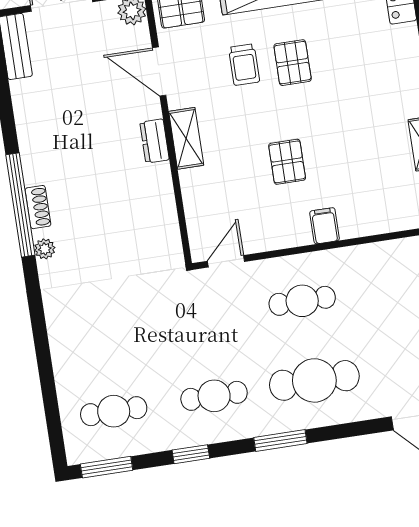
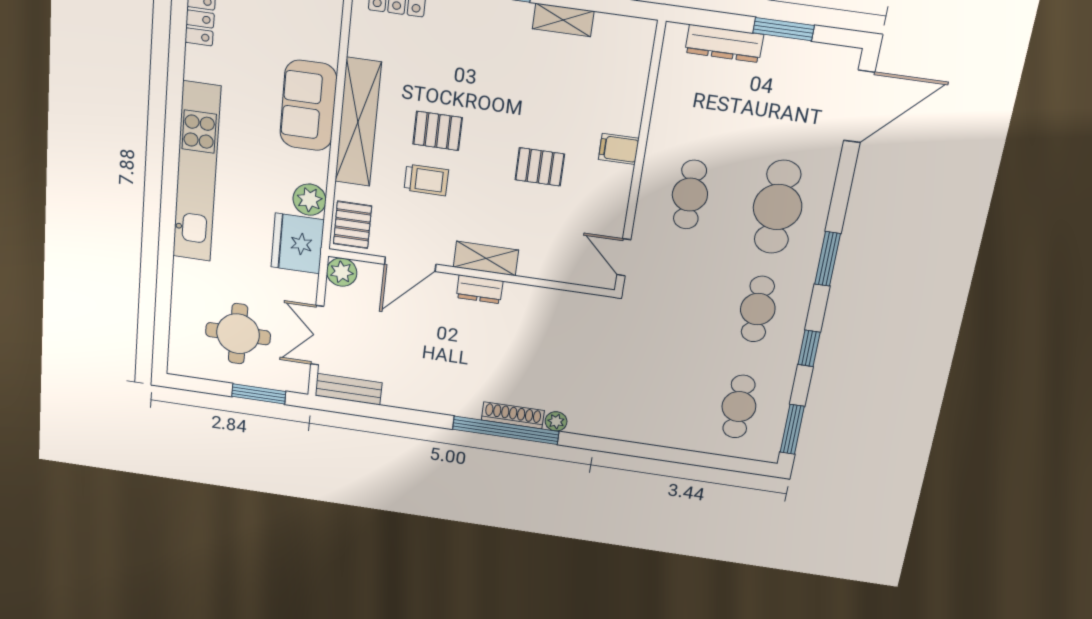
shoe rack: (38, 207) -> (513, 415), width x1.43

